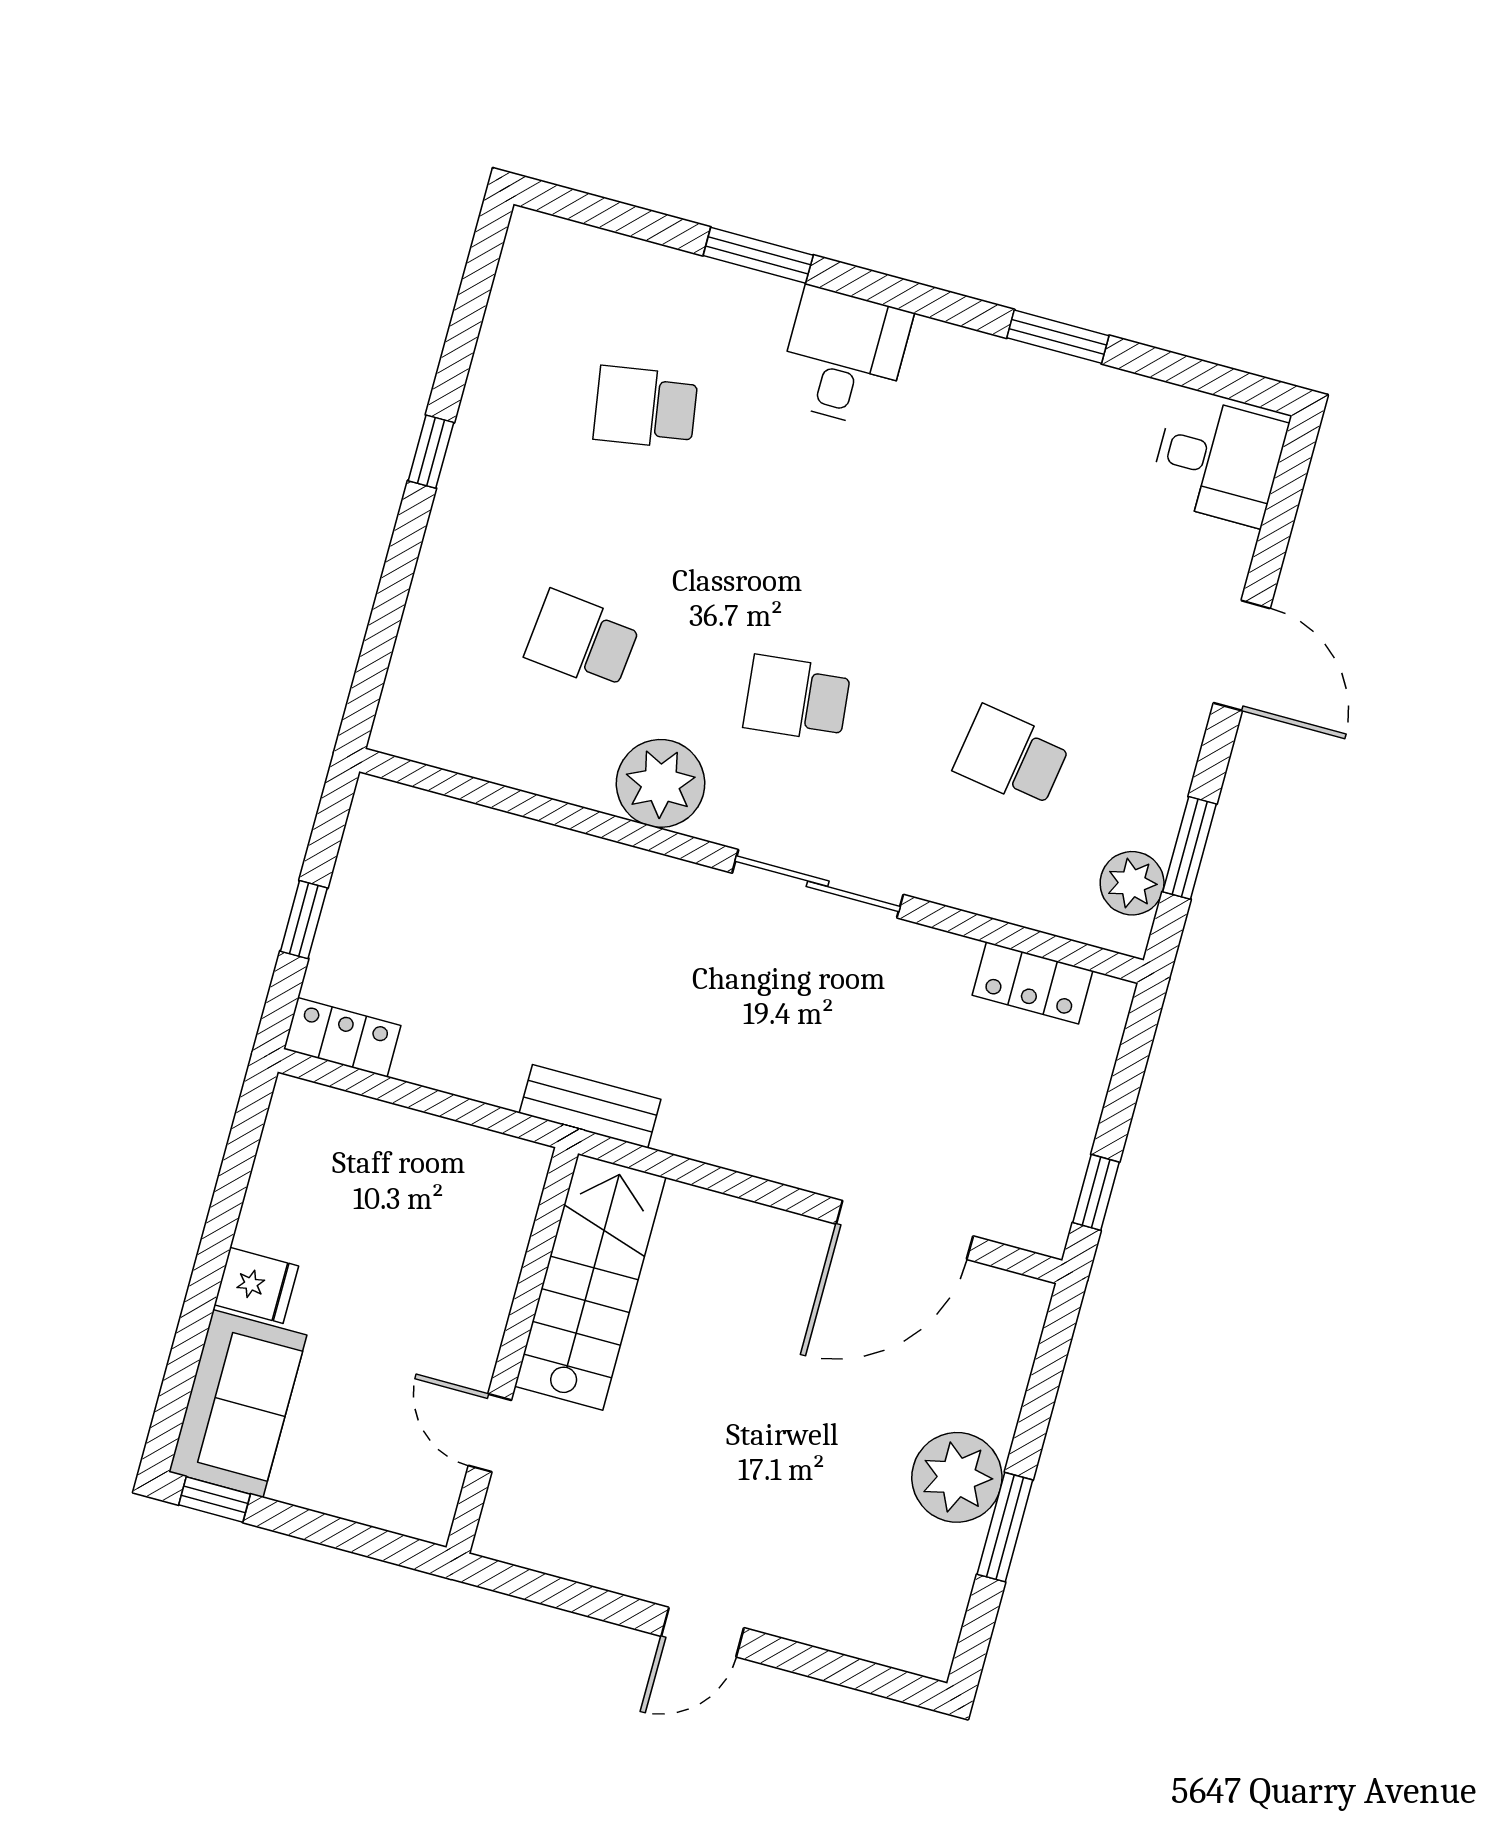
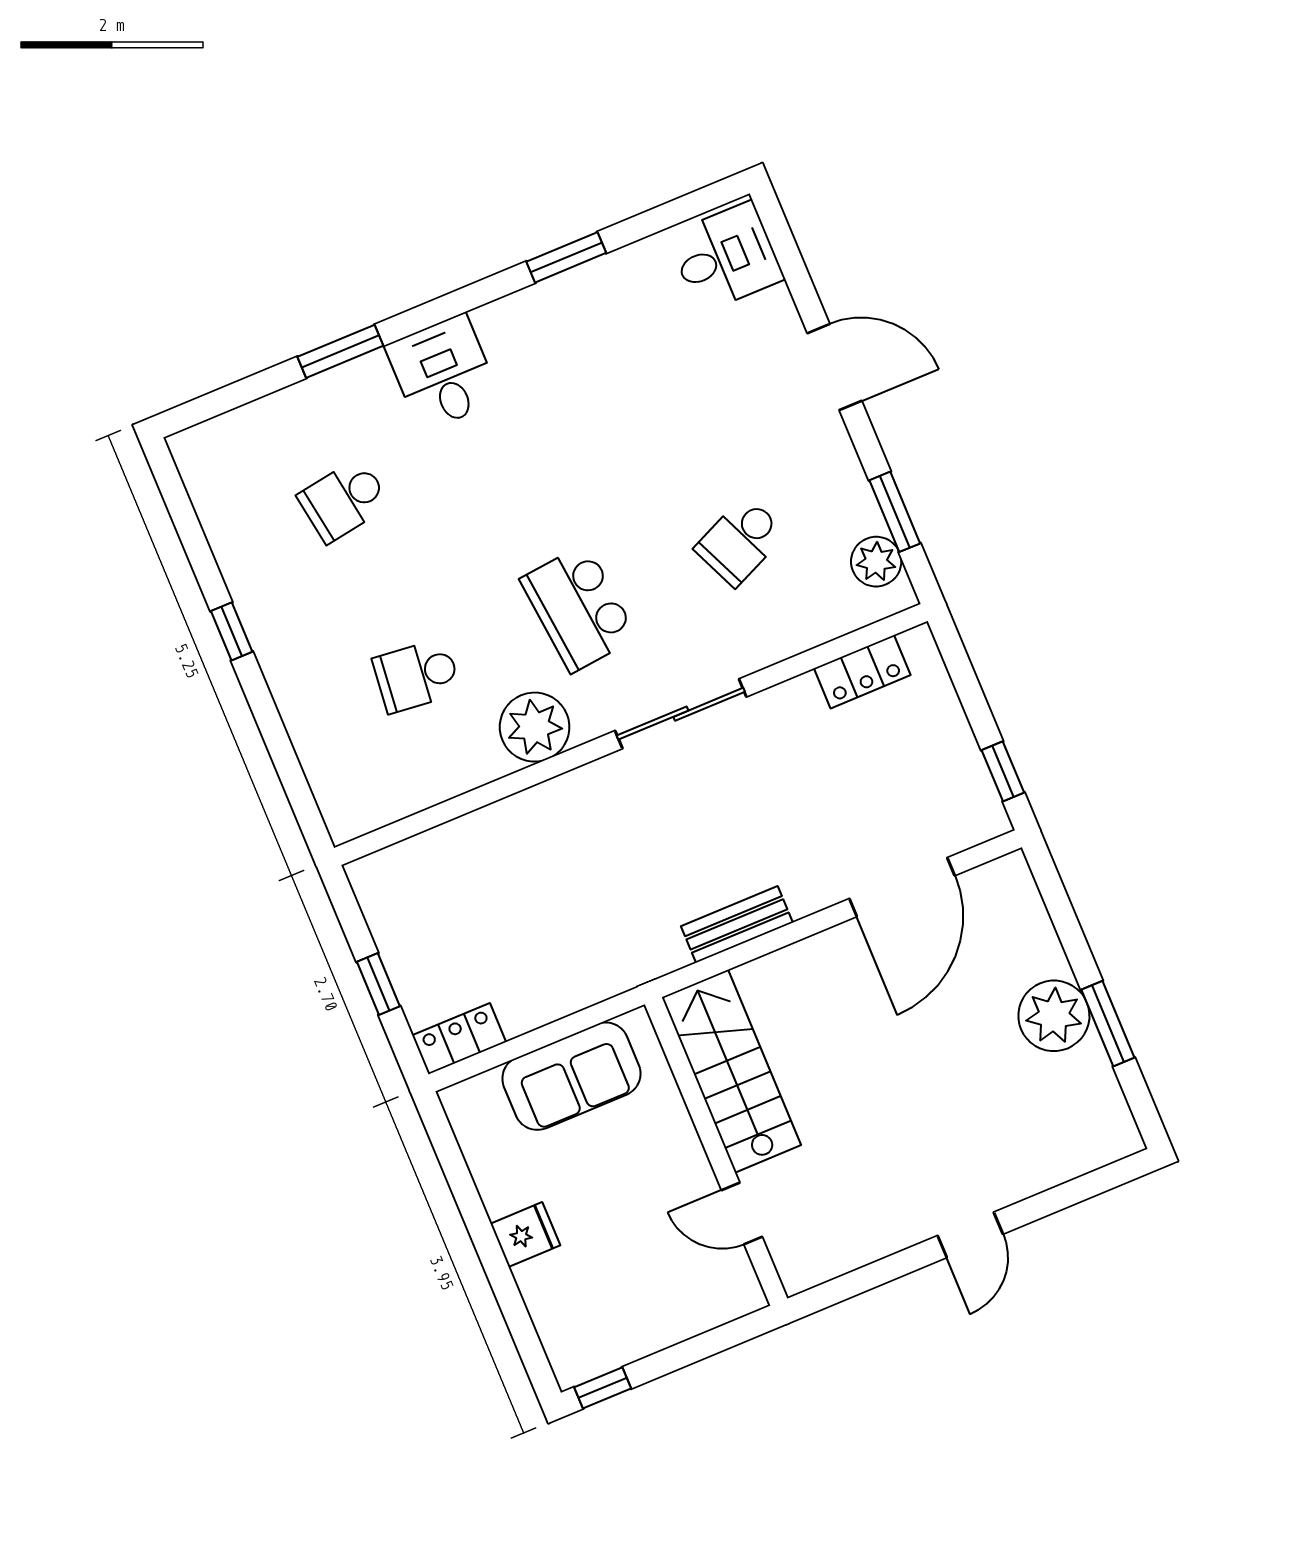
school desk: (797, 698) -> (578, 608), width x1.85
school desk: (1012, 757) -> (740, 541), turned -33
bench: (590, 1106) -> (737, 924), moved
sofa: (238, 1404) -> (571, 1076), moved, turned 90

